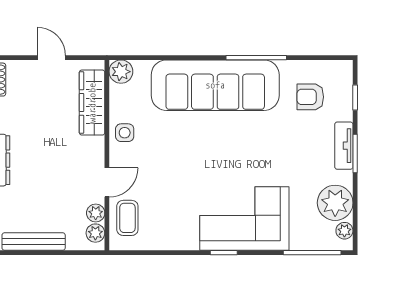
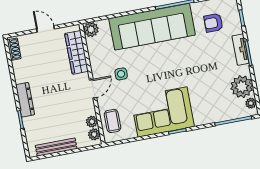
side table: (125, 133) -> (121, 74), moved
door: (107, 182) -> (93, 89), moved
corner sofa: (244, 219) -> (162, 112), moved

